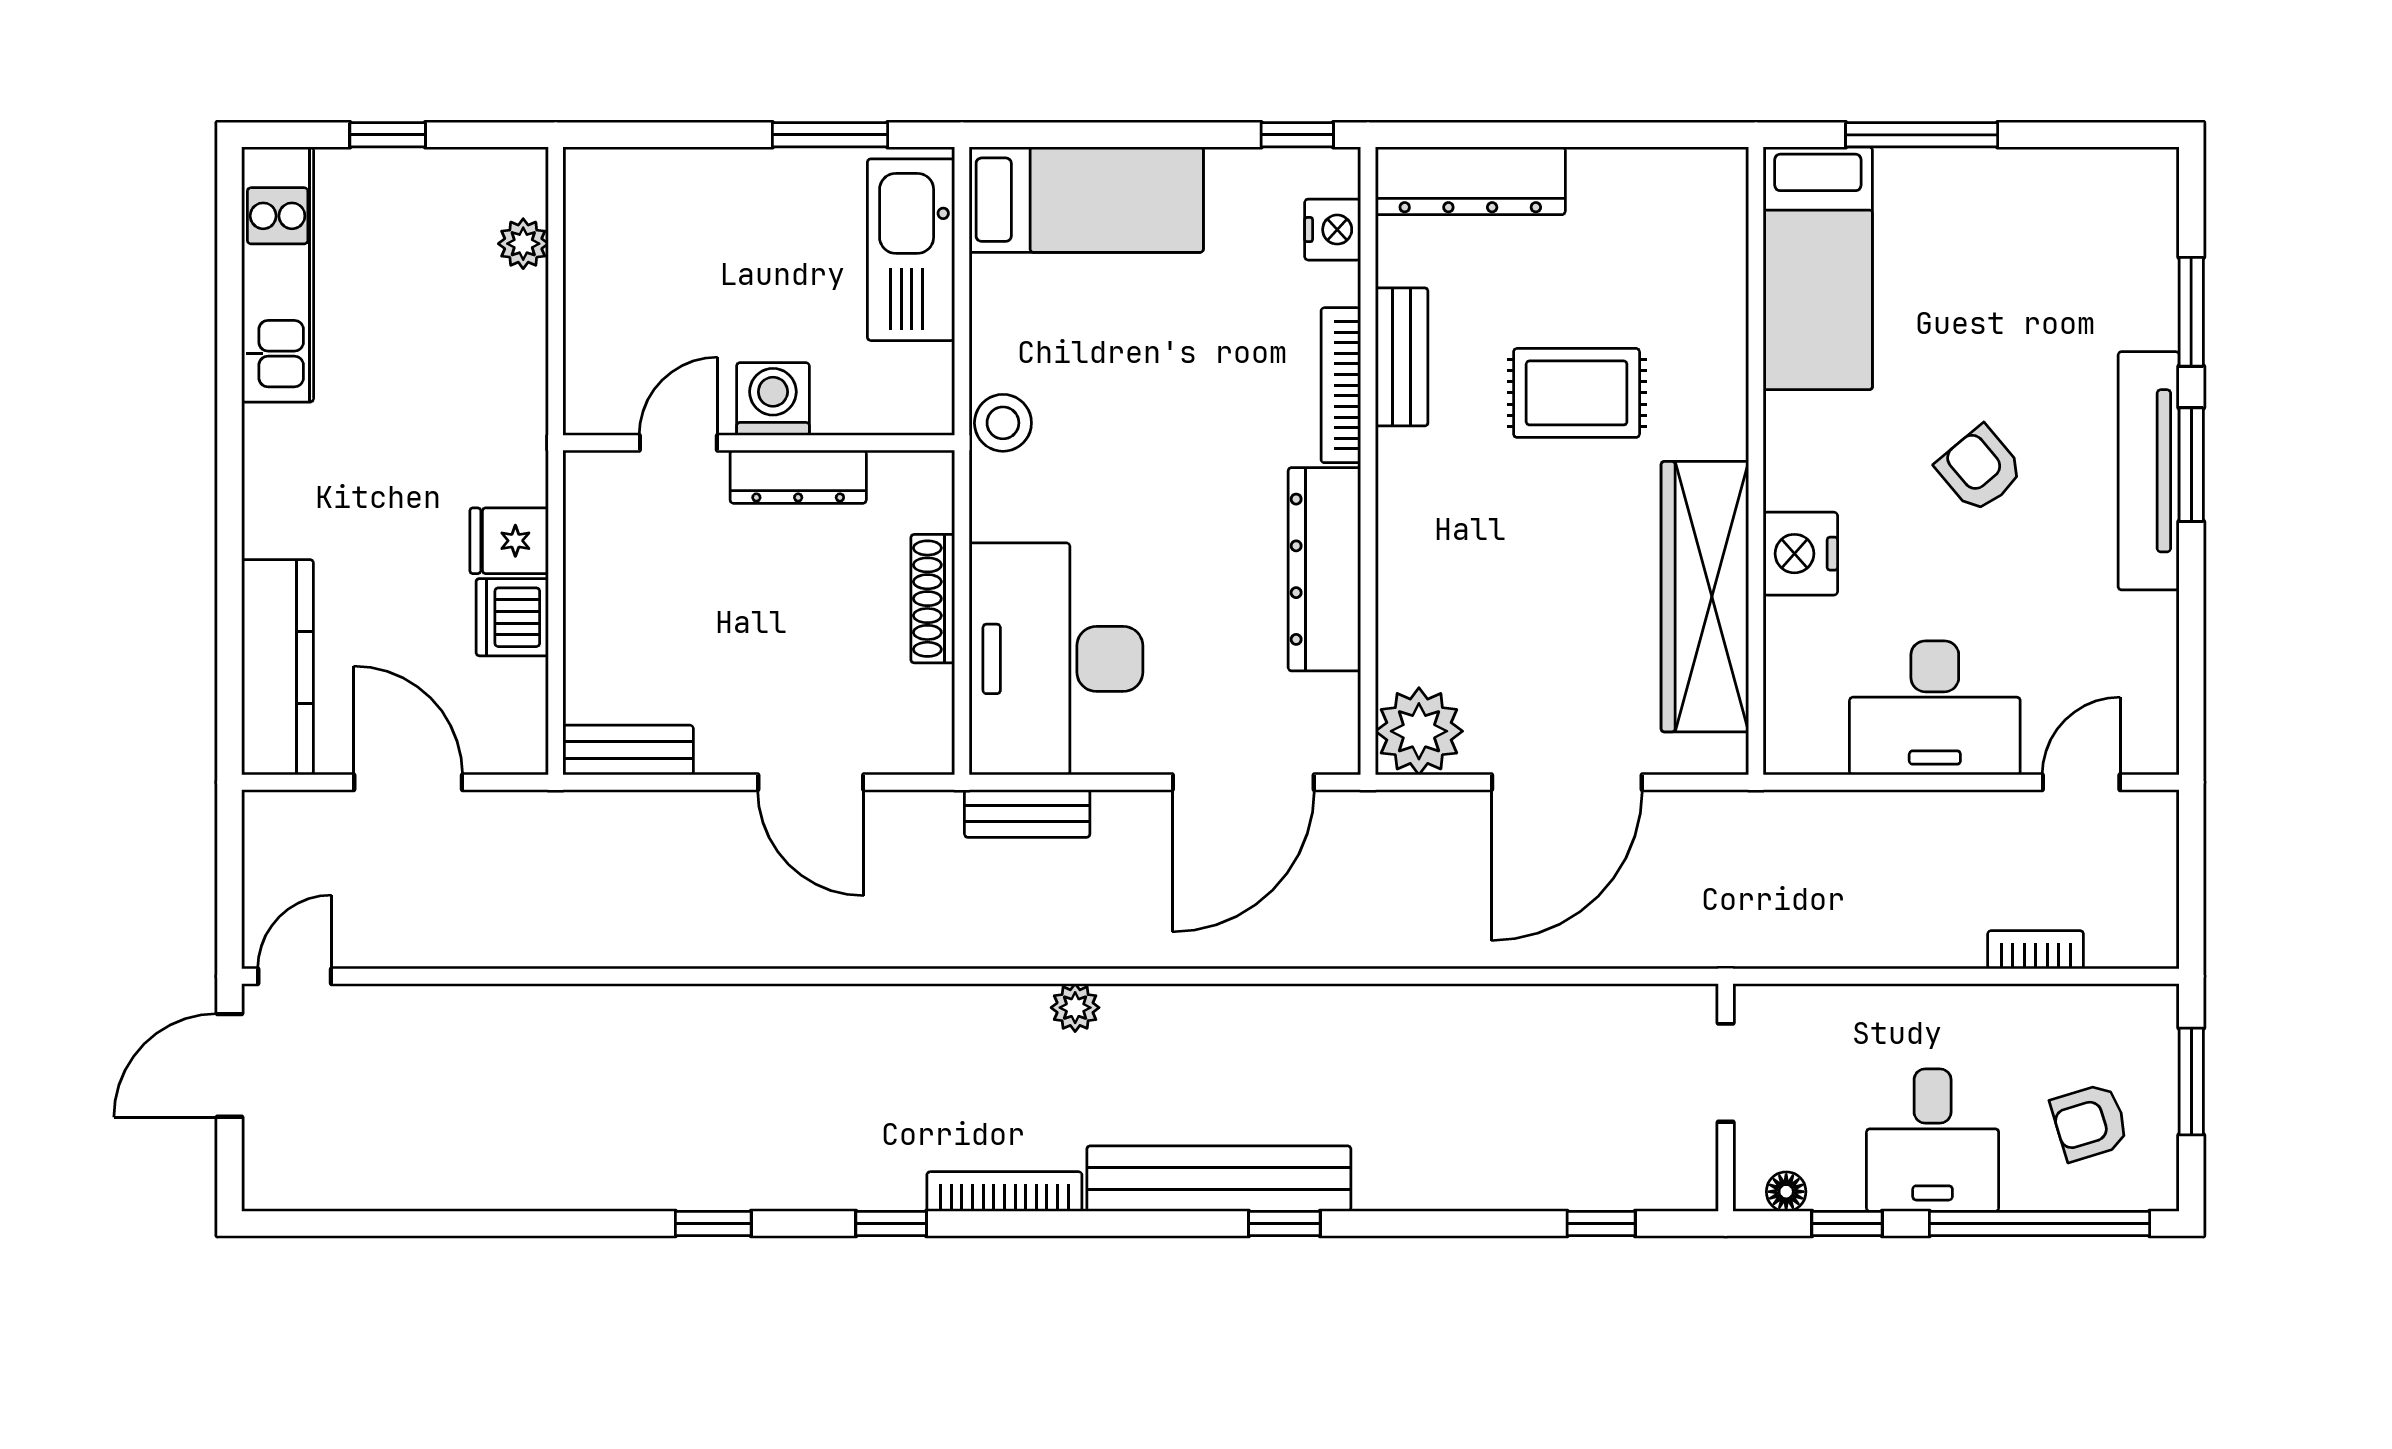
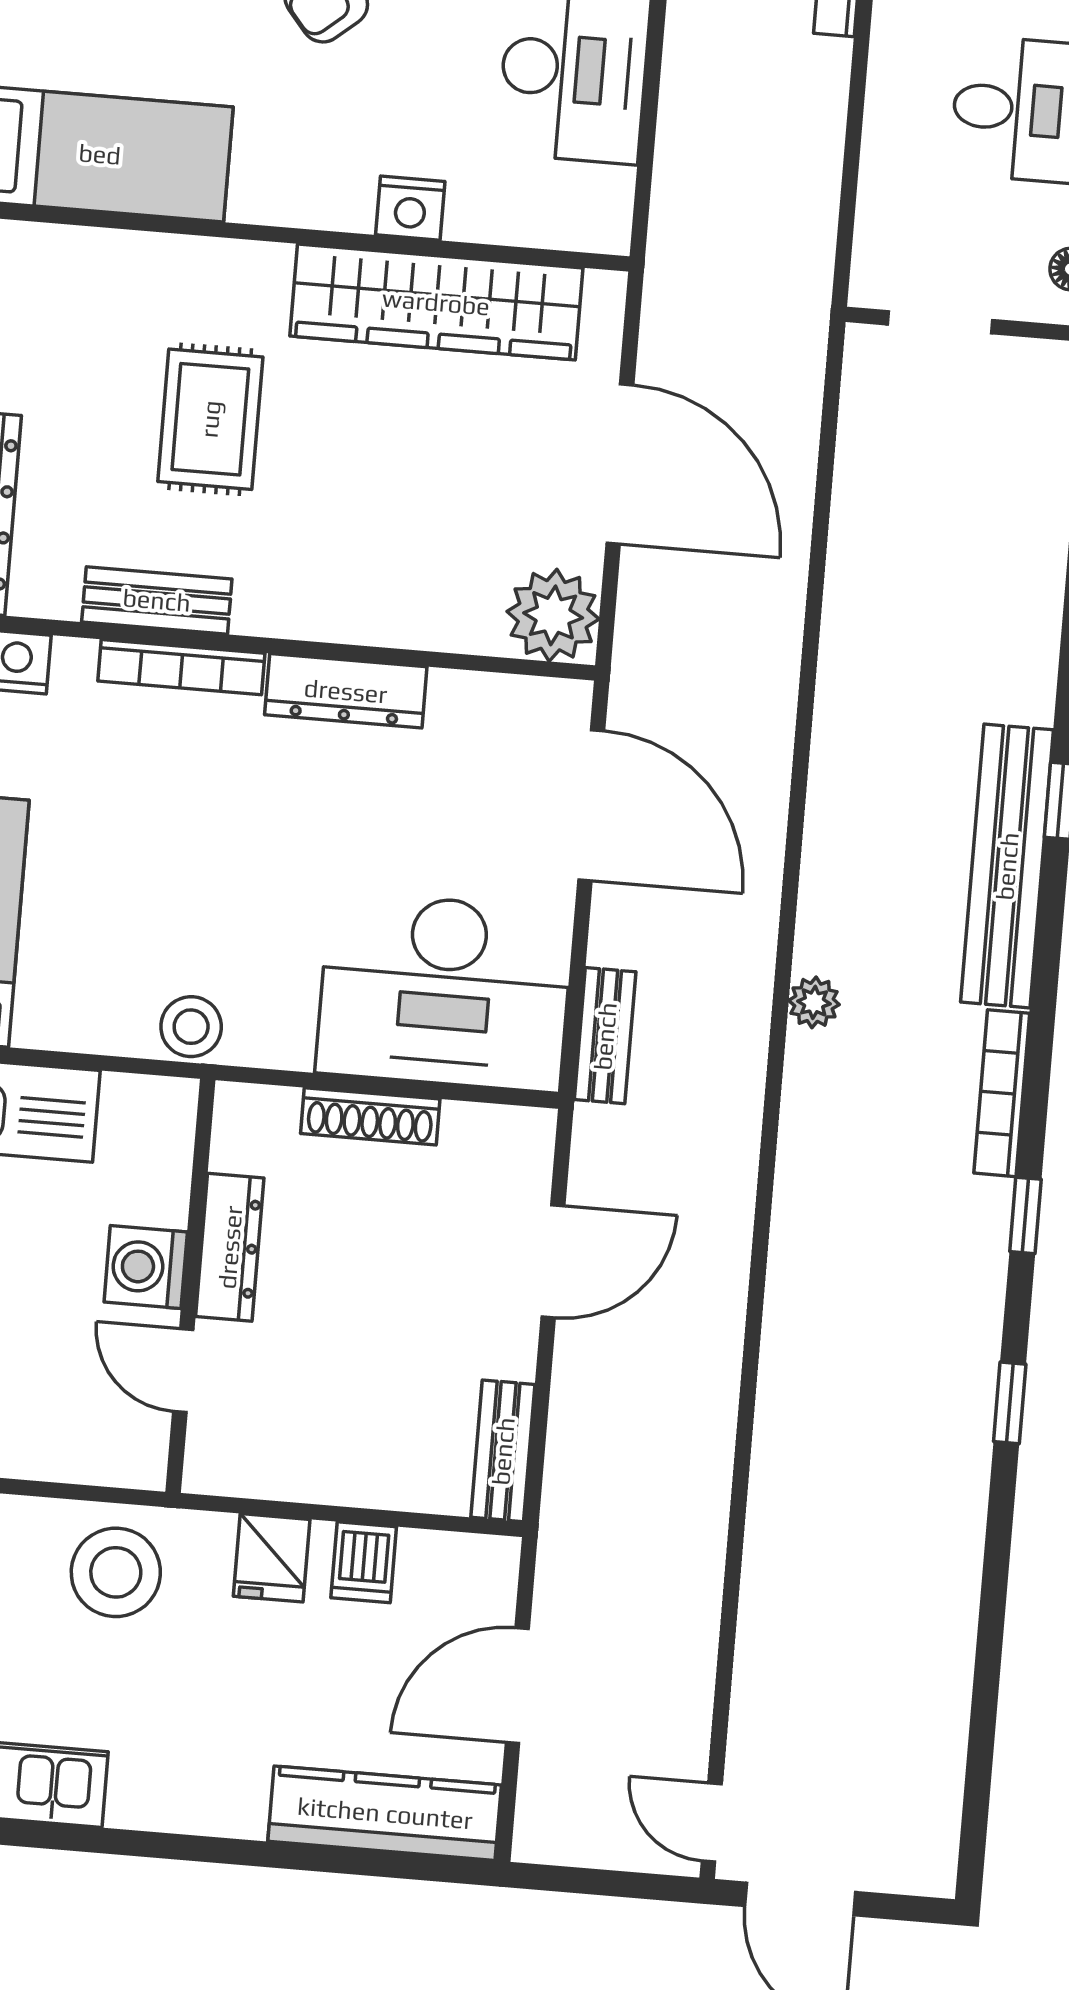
stool: (483, 395) -> (116, 1572), added
nightstand: (1800, 554) -> (410, 208), width x0.74, depth x0.75
dresser: (1324, 569) -> (346, 691), width x0.73, depth x0.80
dishwasher: (512, 617) -> (364, 1562), width x0.73

